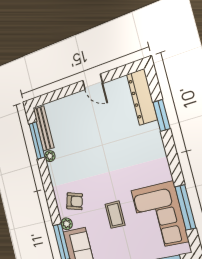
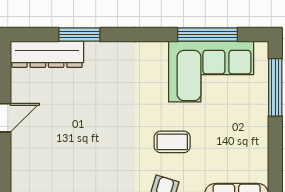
coffee table: (115, 215) -> (172, 142), moved

